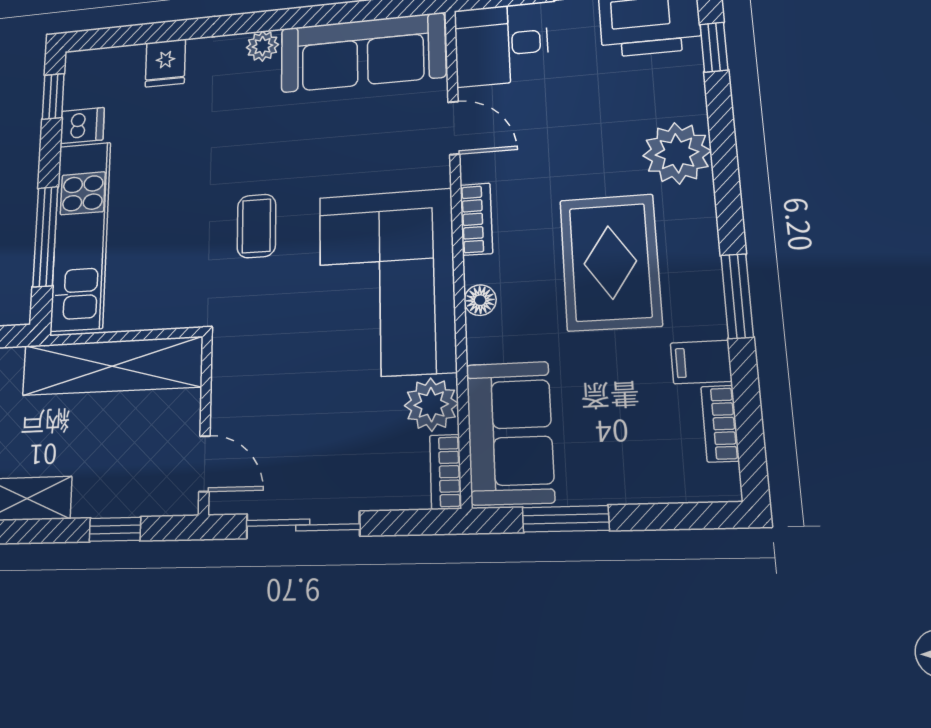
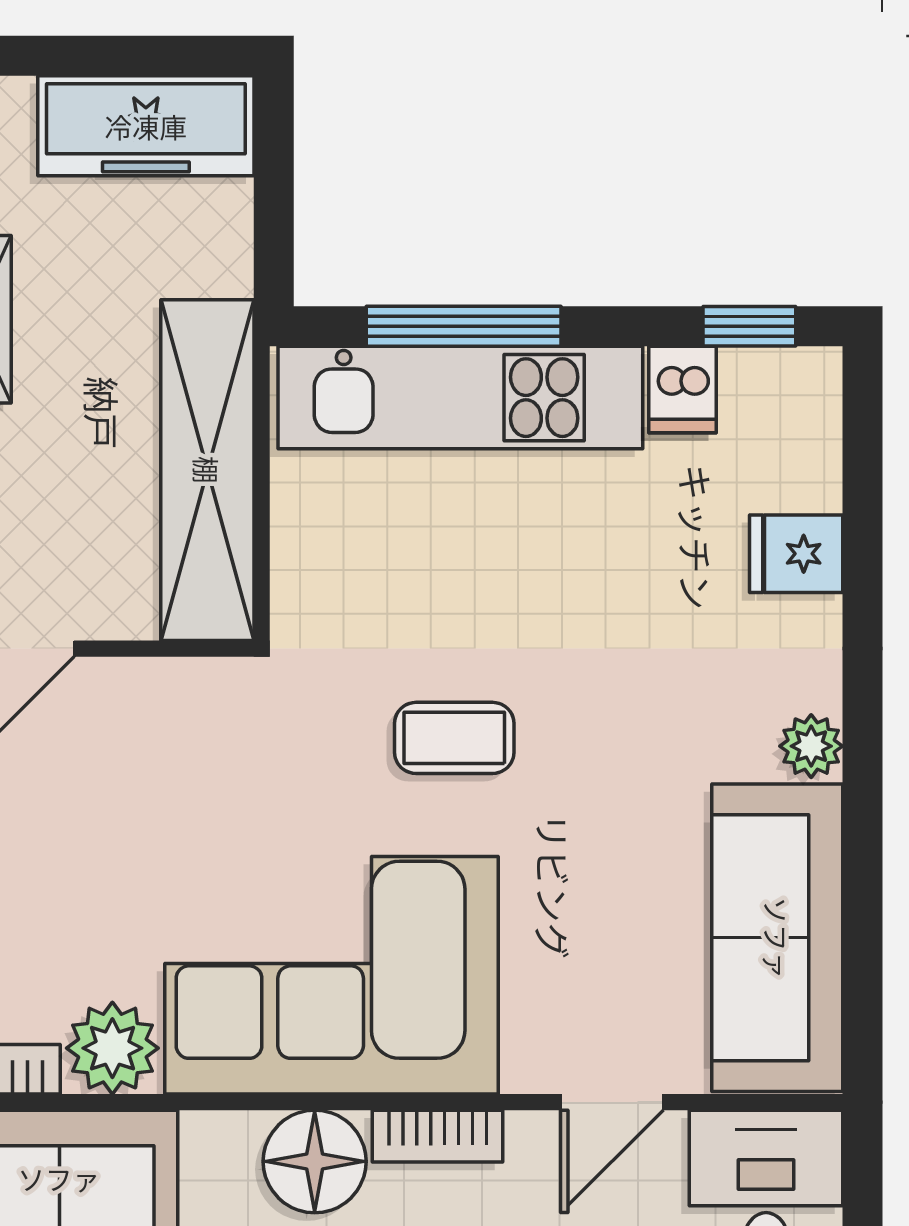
floor lamp: (480, 300) -> (315, 1161), width x1.89, depth x1.89

